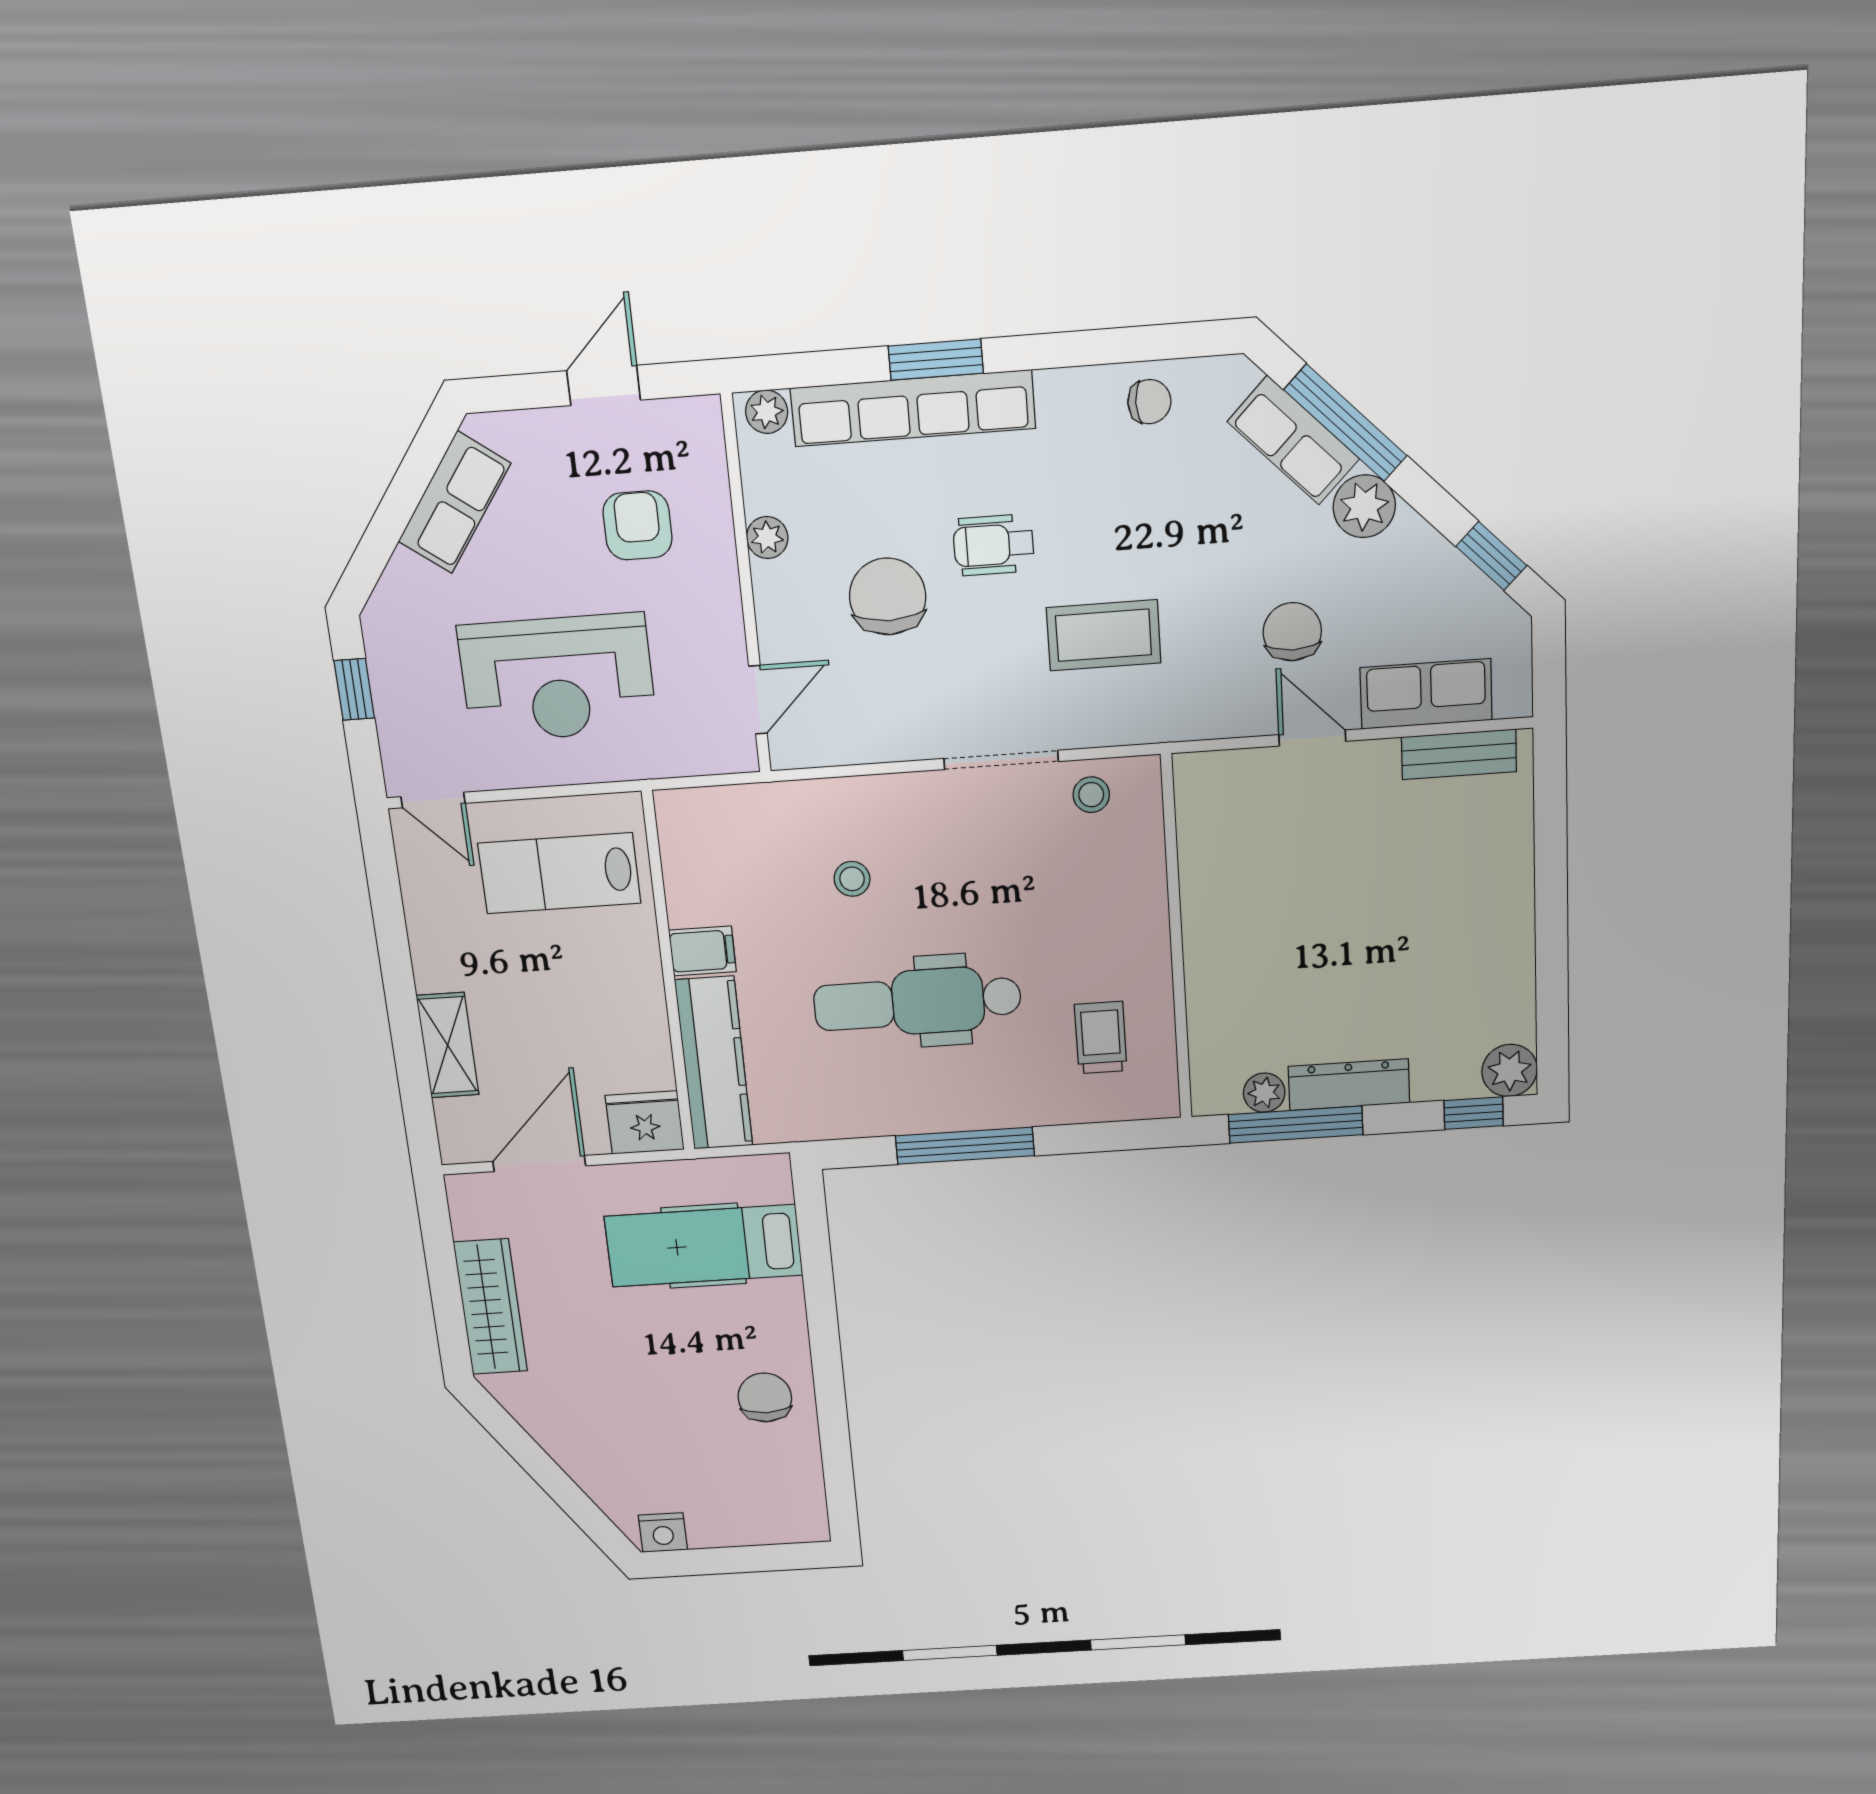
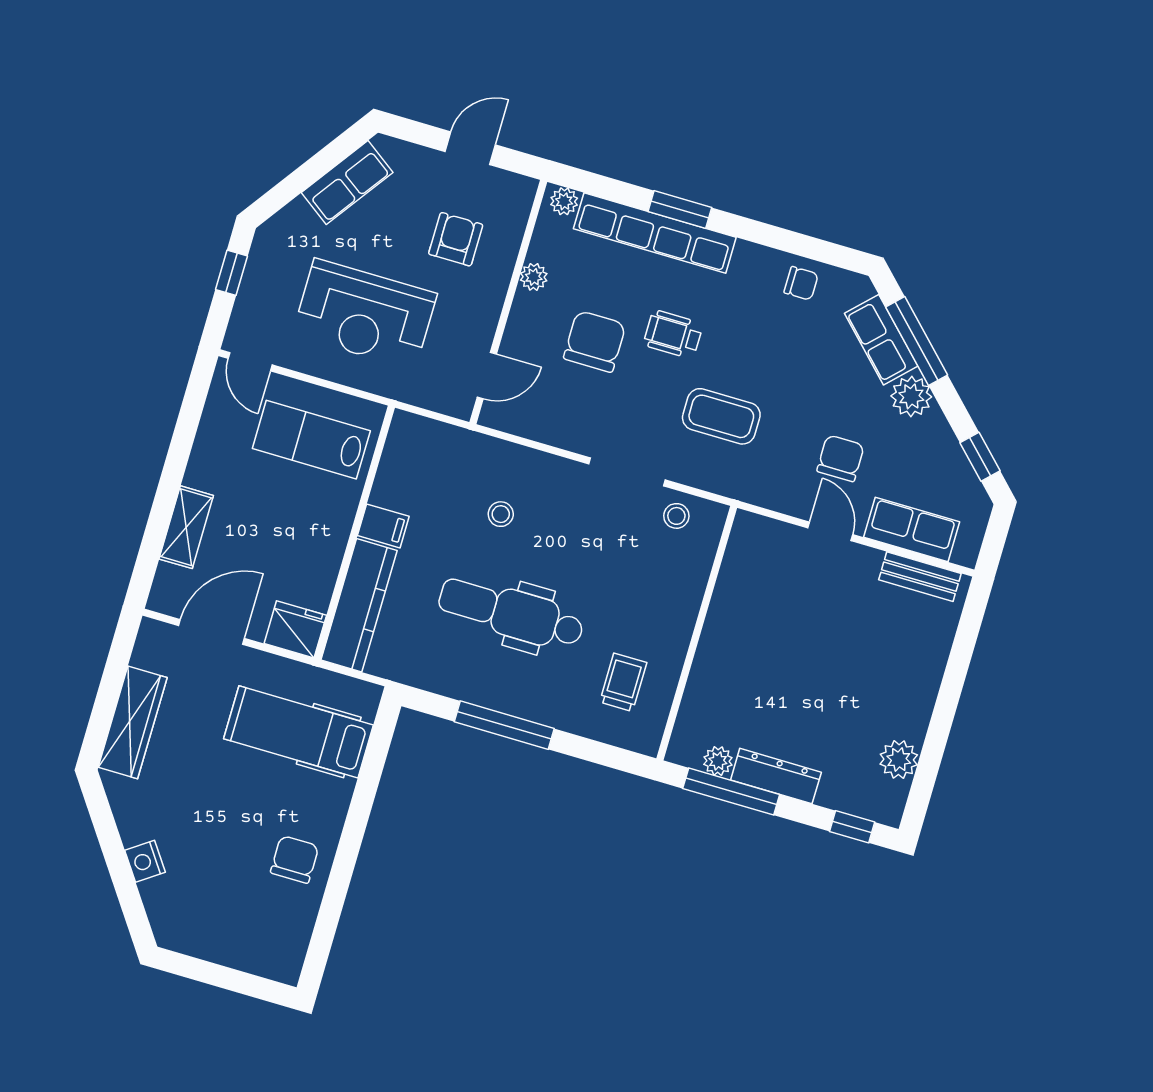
plant: (1510, 1070) -> (899, 760), moved
nightstand: (663, 1533) -> (145, 861), moved, turned 55

